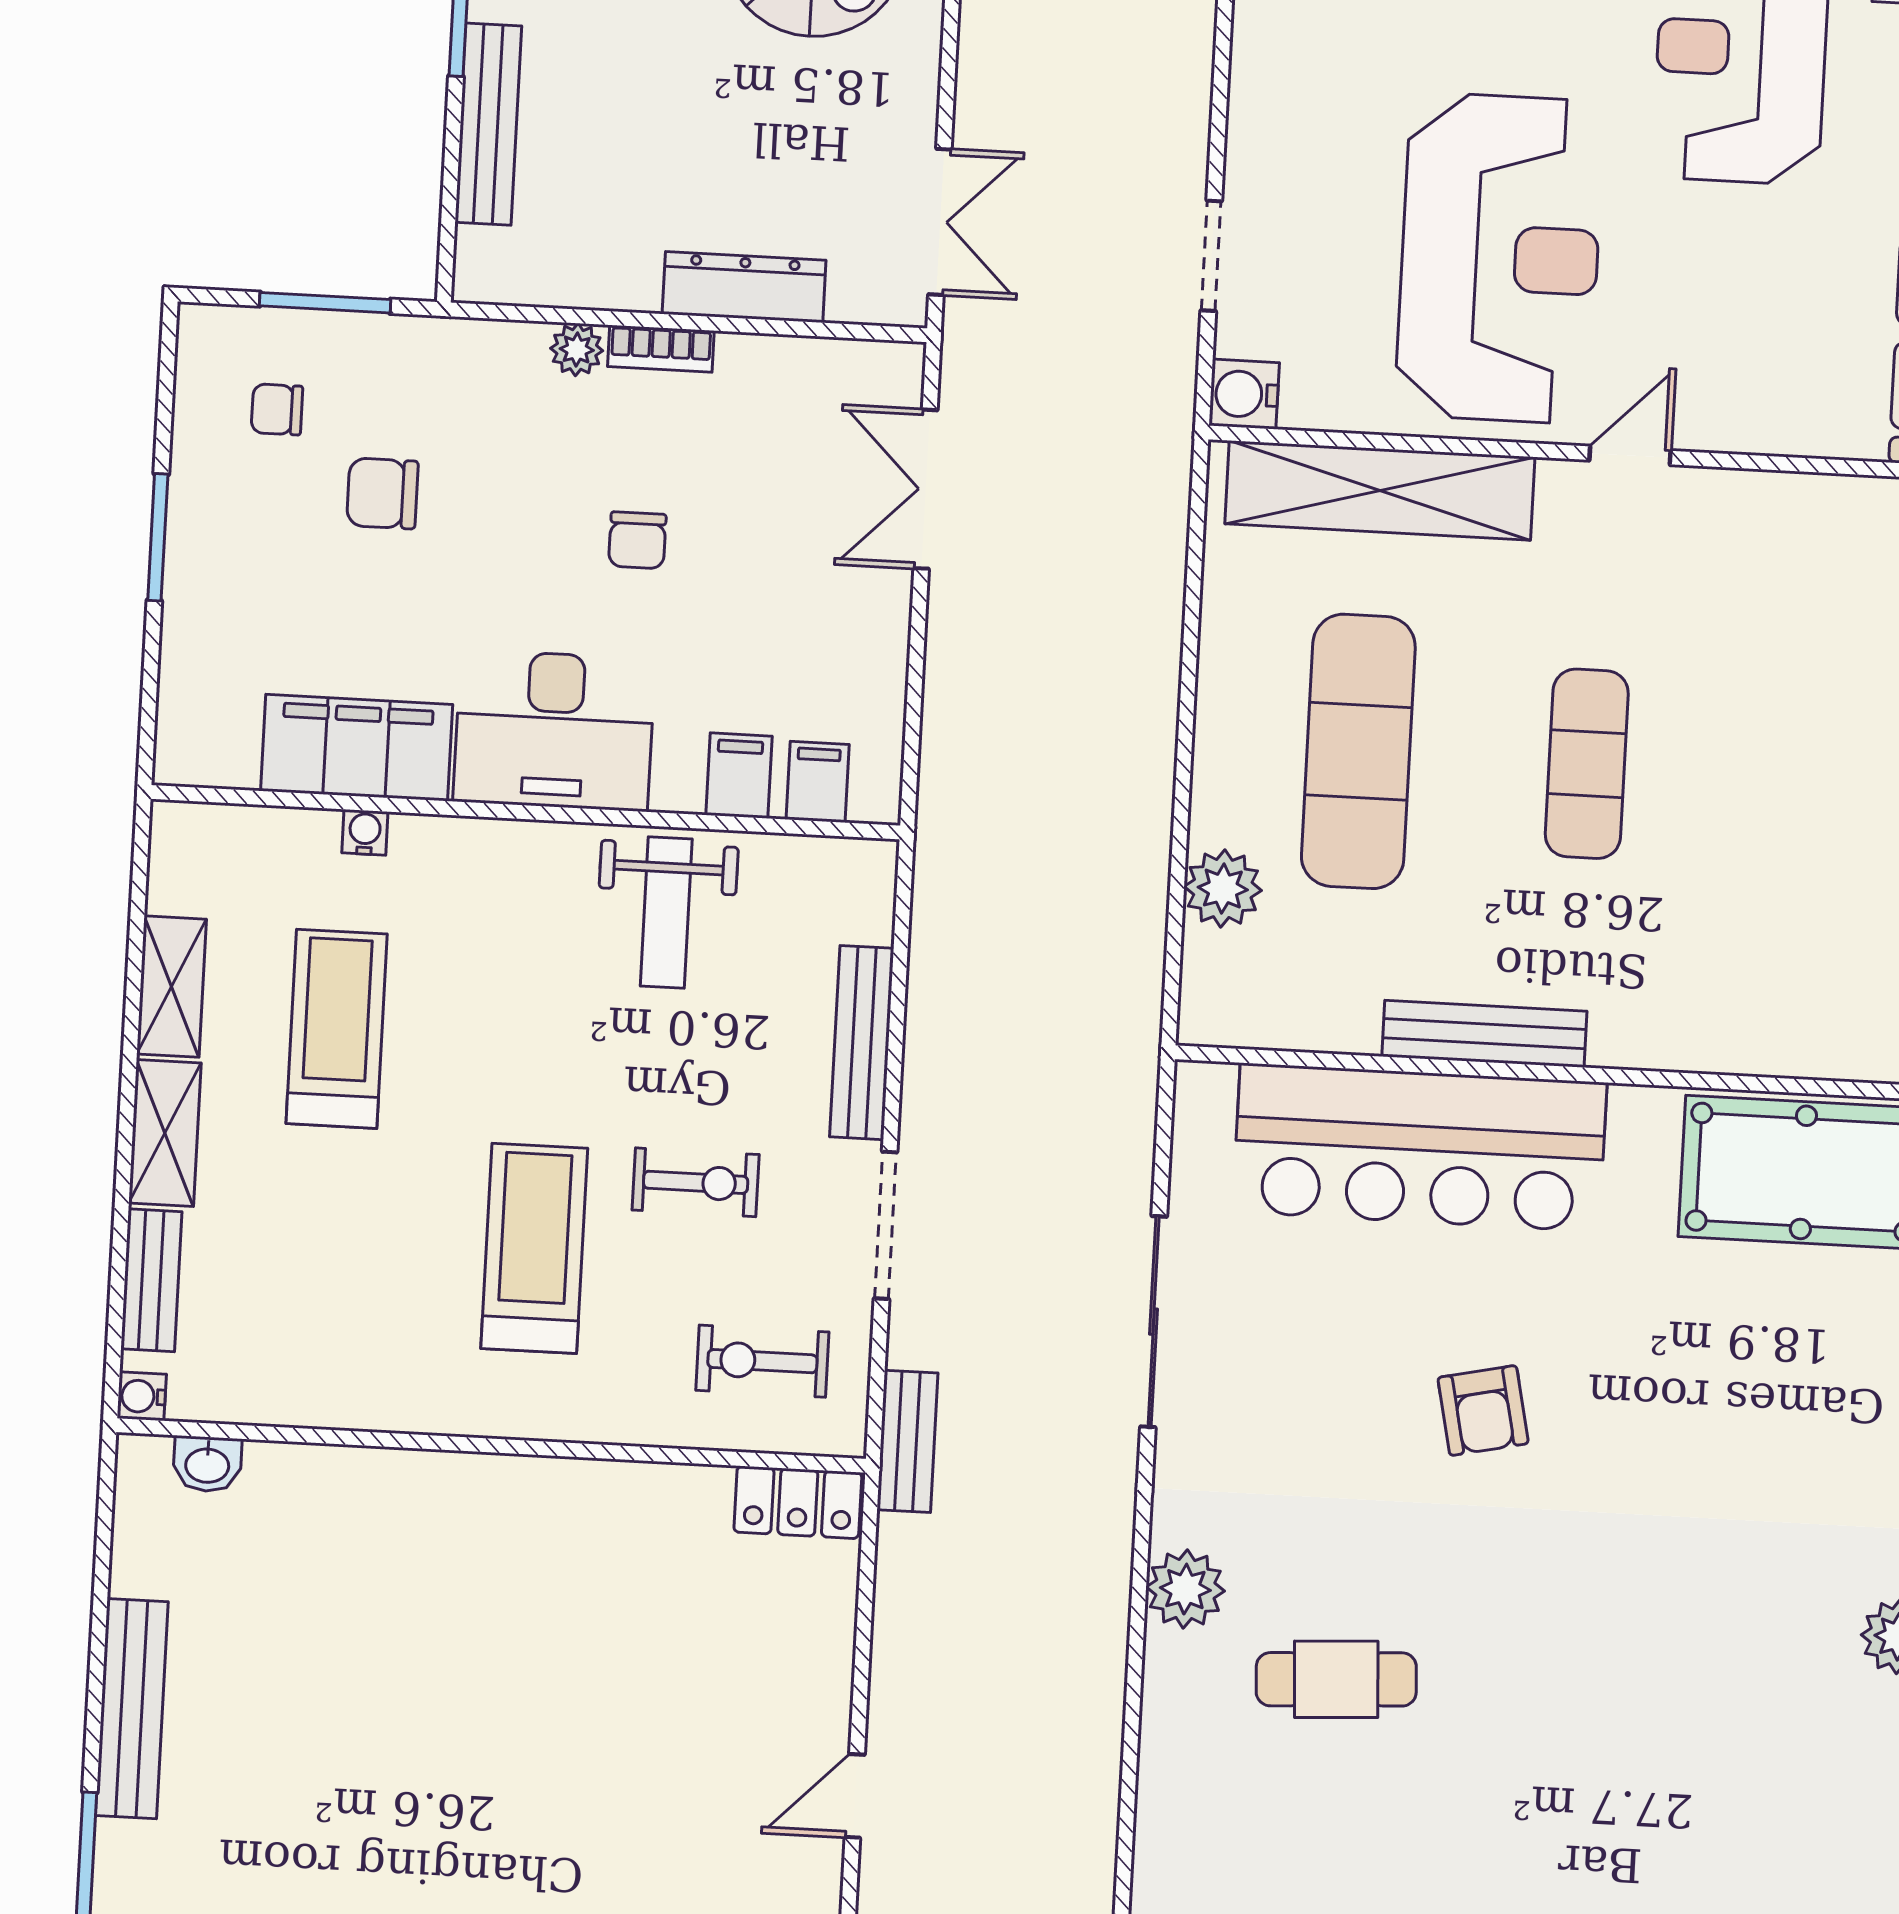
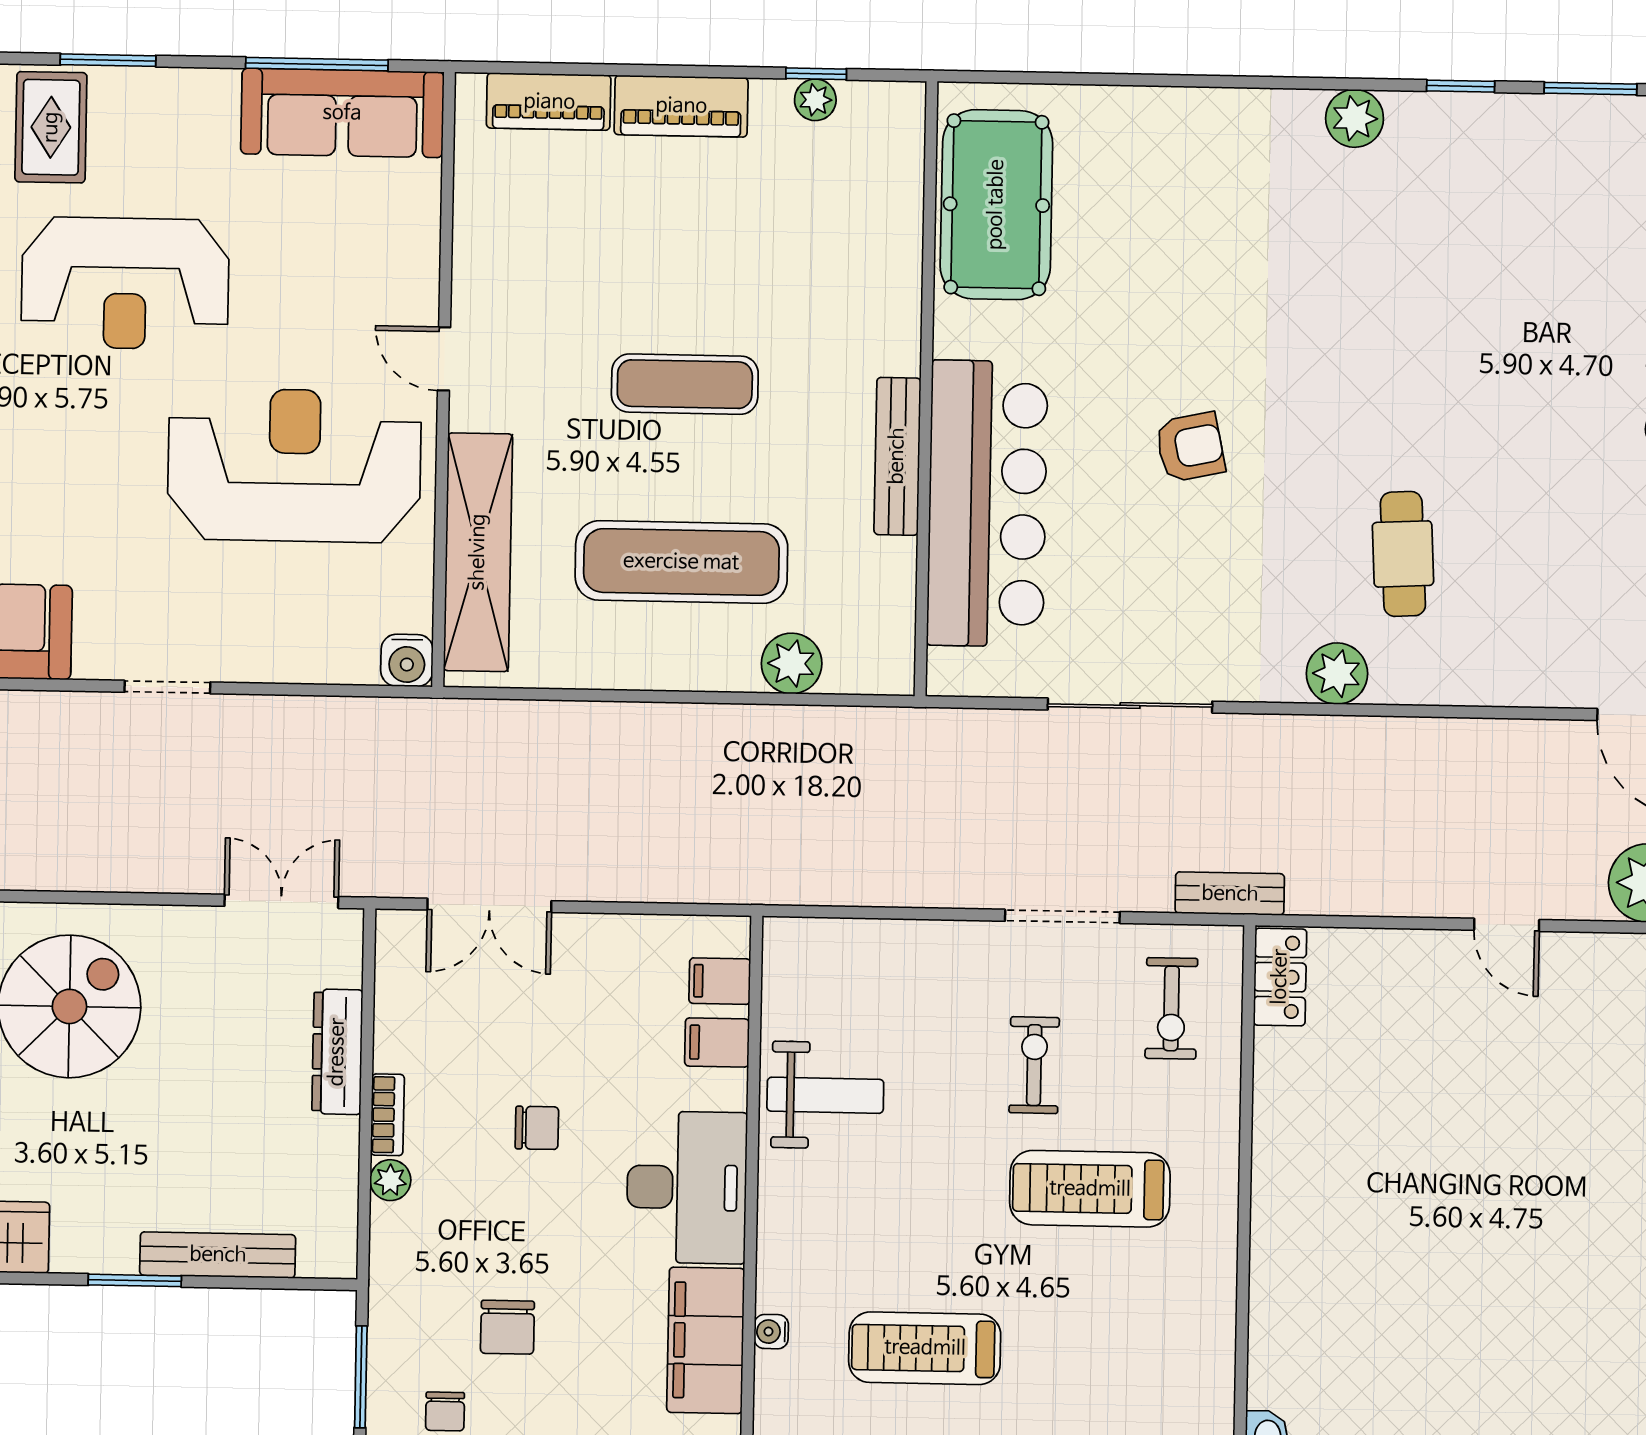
doorway: (1211, 256) -> (167, 687), moved
bench: (862, 1043) -> (921, 940), removed

